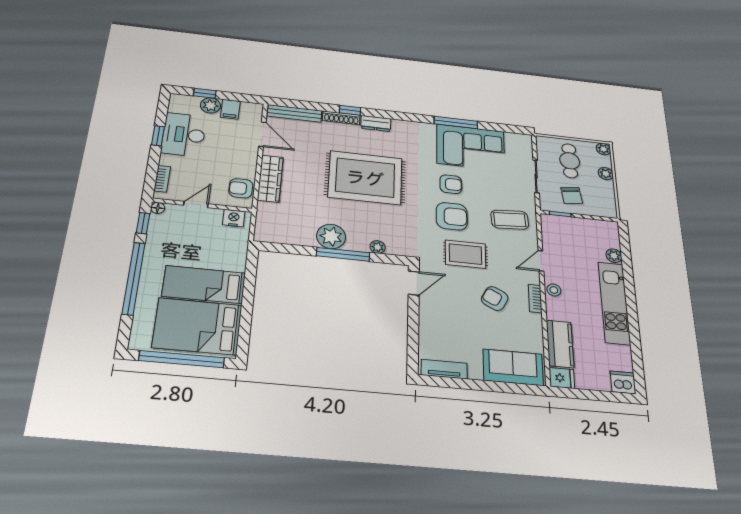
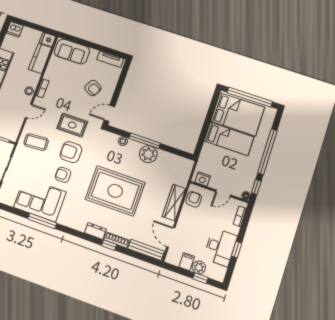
armchair: (241, 188) -> (194, 199), turned -90
armchair: (495, 298) -> (93, 88), moved

